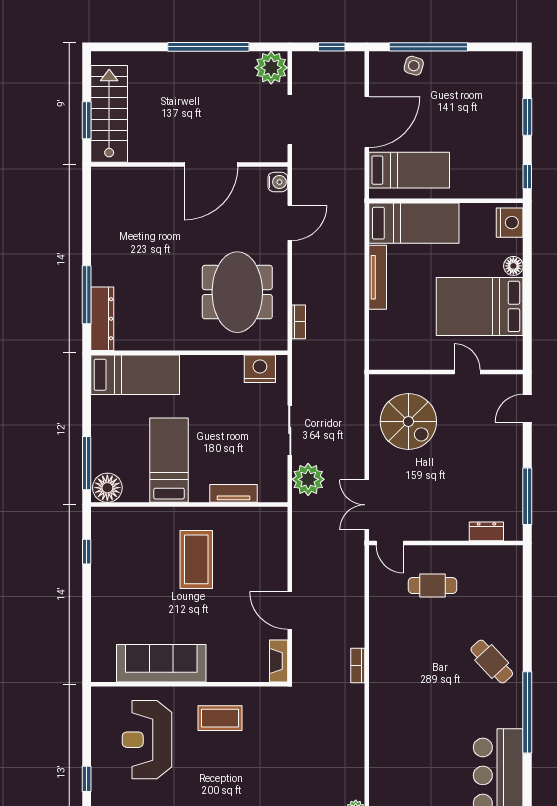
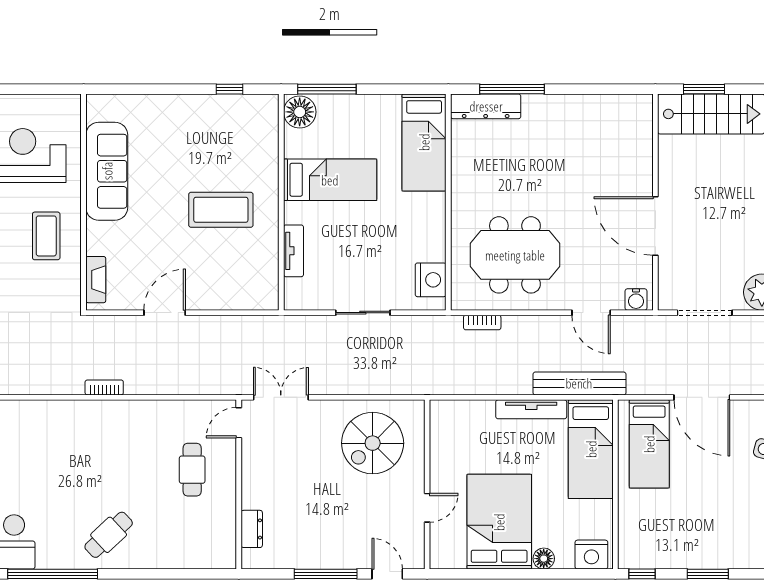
bench: (354, 233) -> (579, 383), added
plant: (308, 479) -> (309, 333), removed
window: (527, 496) -> (326, 574), moved
fireplace: (279, 661) -> (96, 280), moved, turned 90

